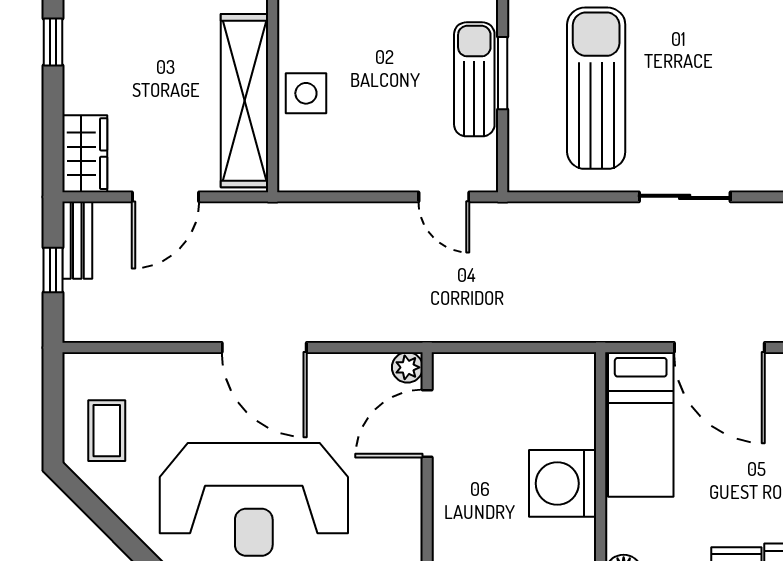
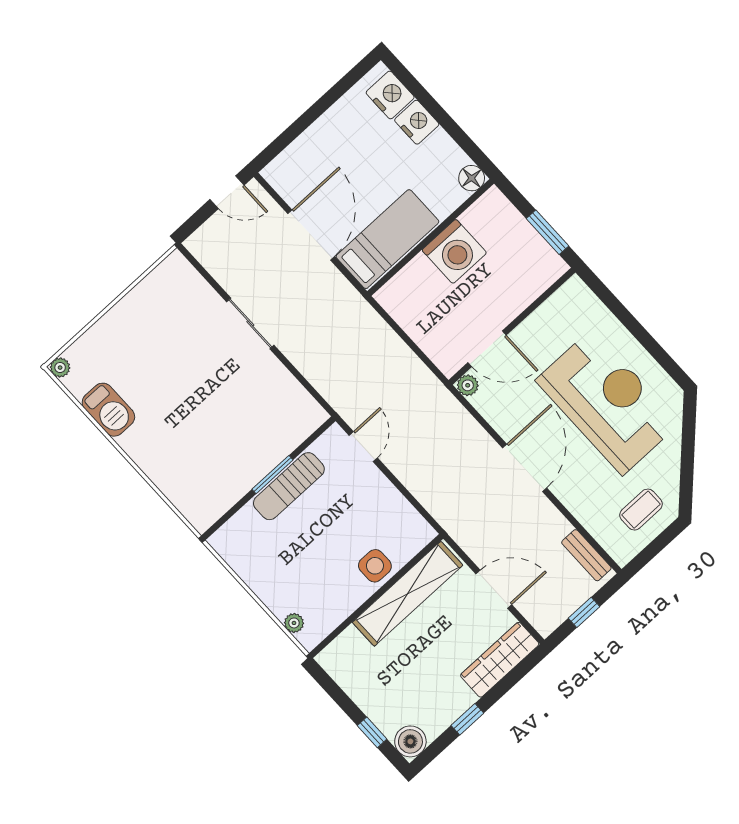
sun lounger: (596, 88) -> (236, 420), removed
wardrobe: (85, 154) -> (500, 660), width x1.50
bench: (77, 240) -> (586, 555), moved, turned 90

